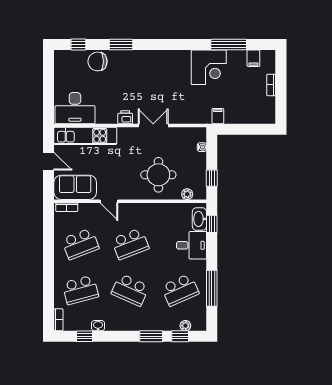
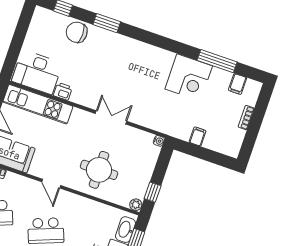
filing cabinet: (218, 116) -> (198, 136), moved
printer: (125, 117) -> (63, 91), moved
water cooler: (202, 147) -> (159, 141), moved
plant: (187, 194) -> (136, 205), moved
door: (109, 201) -> (51, 184), moved

